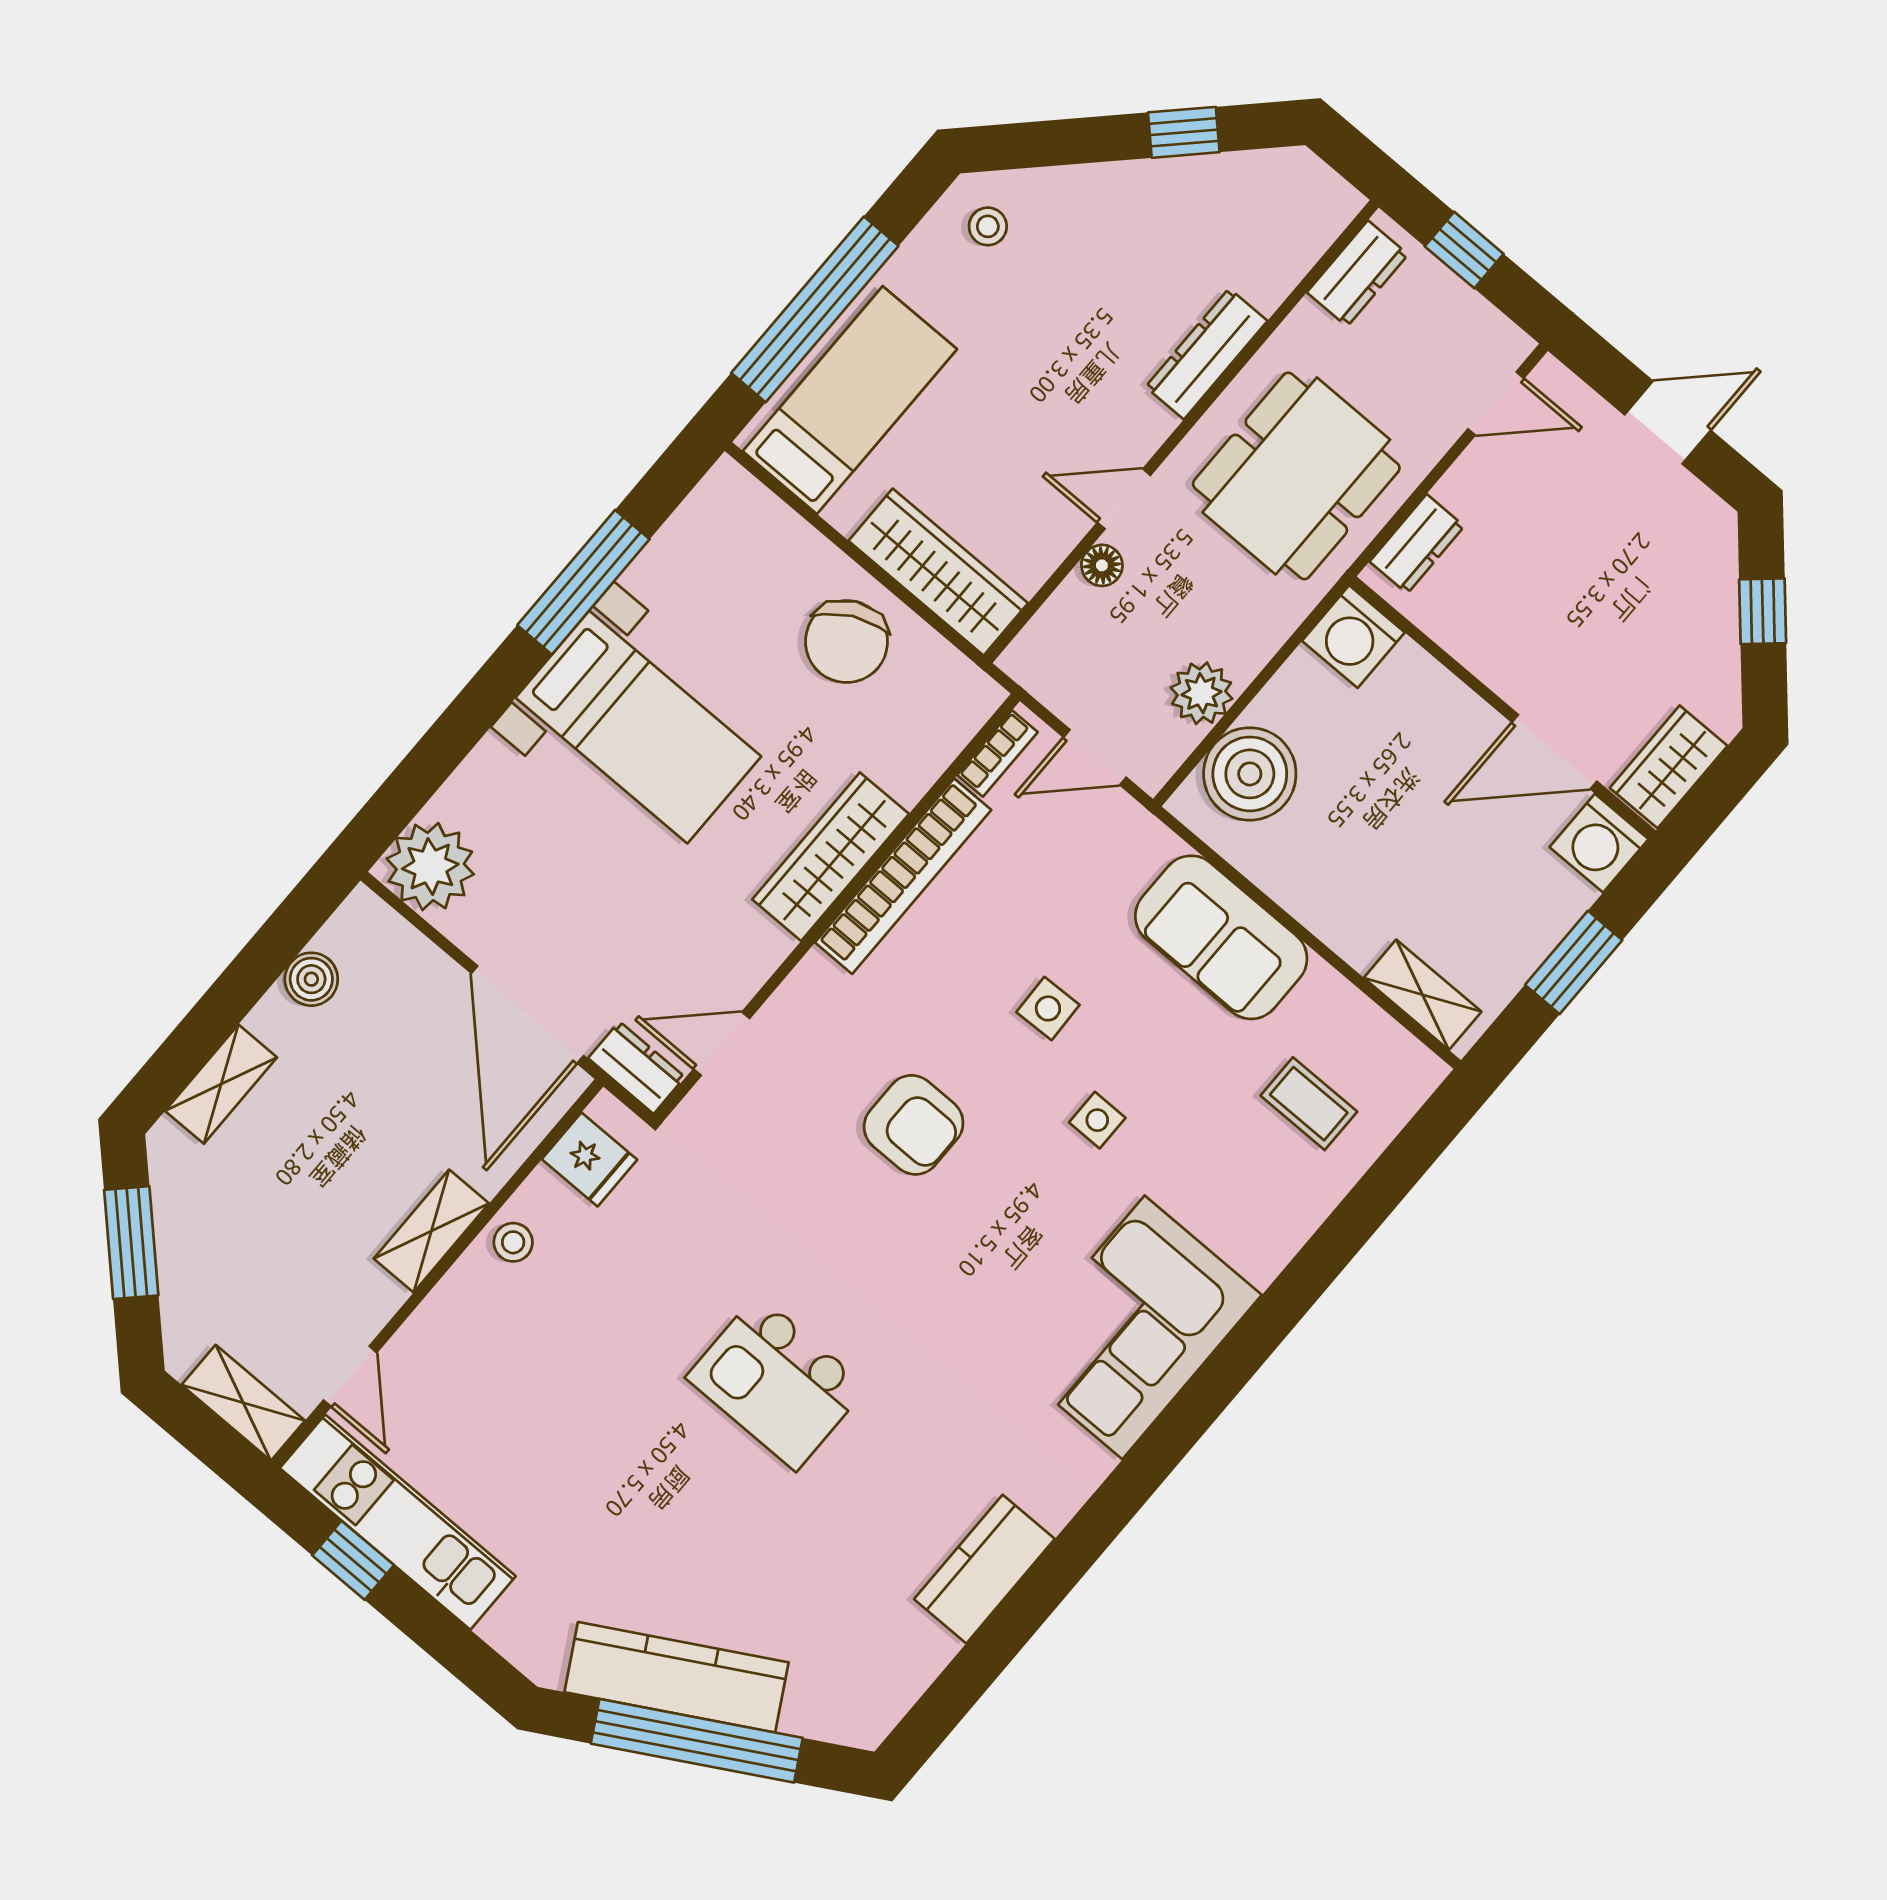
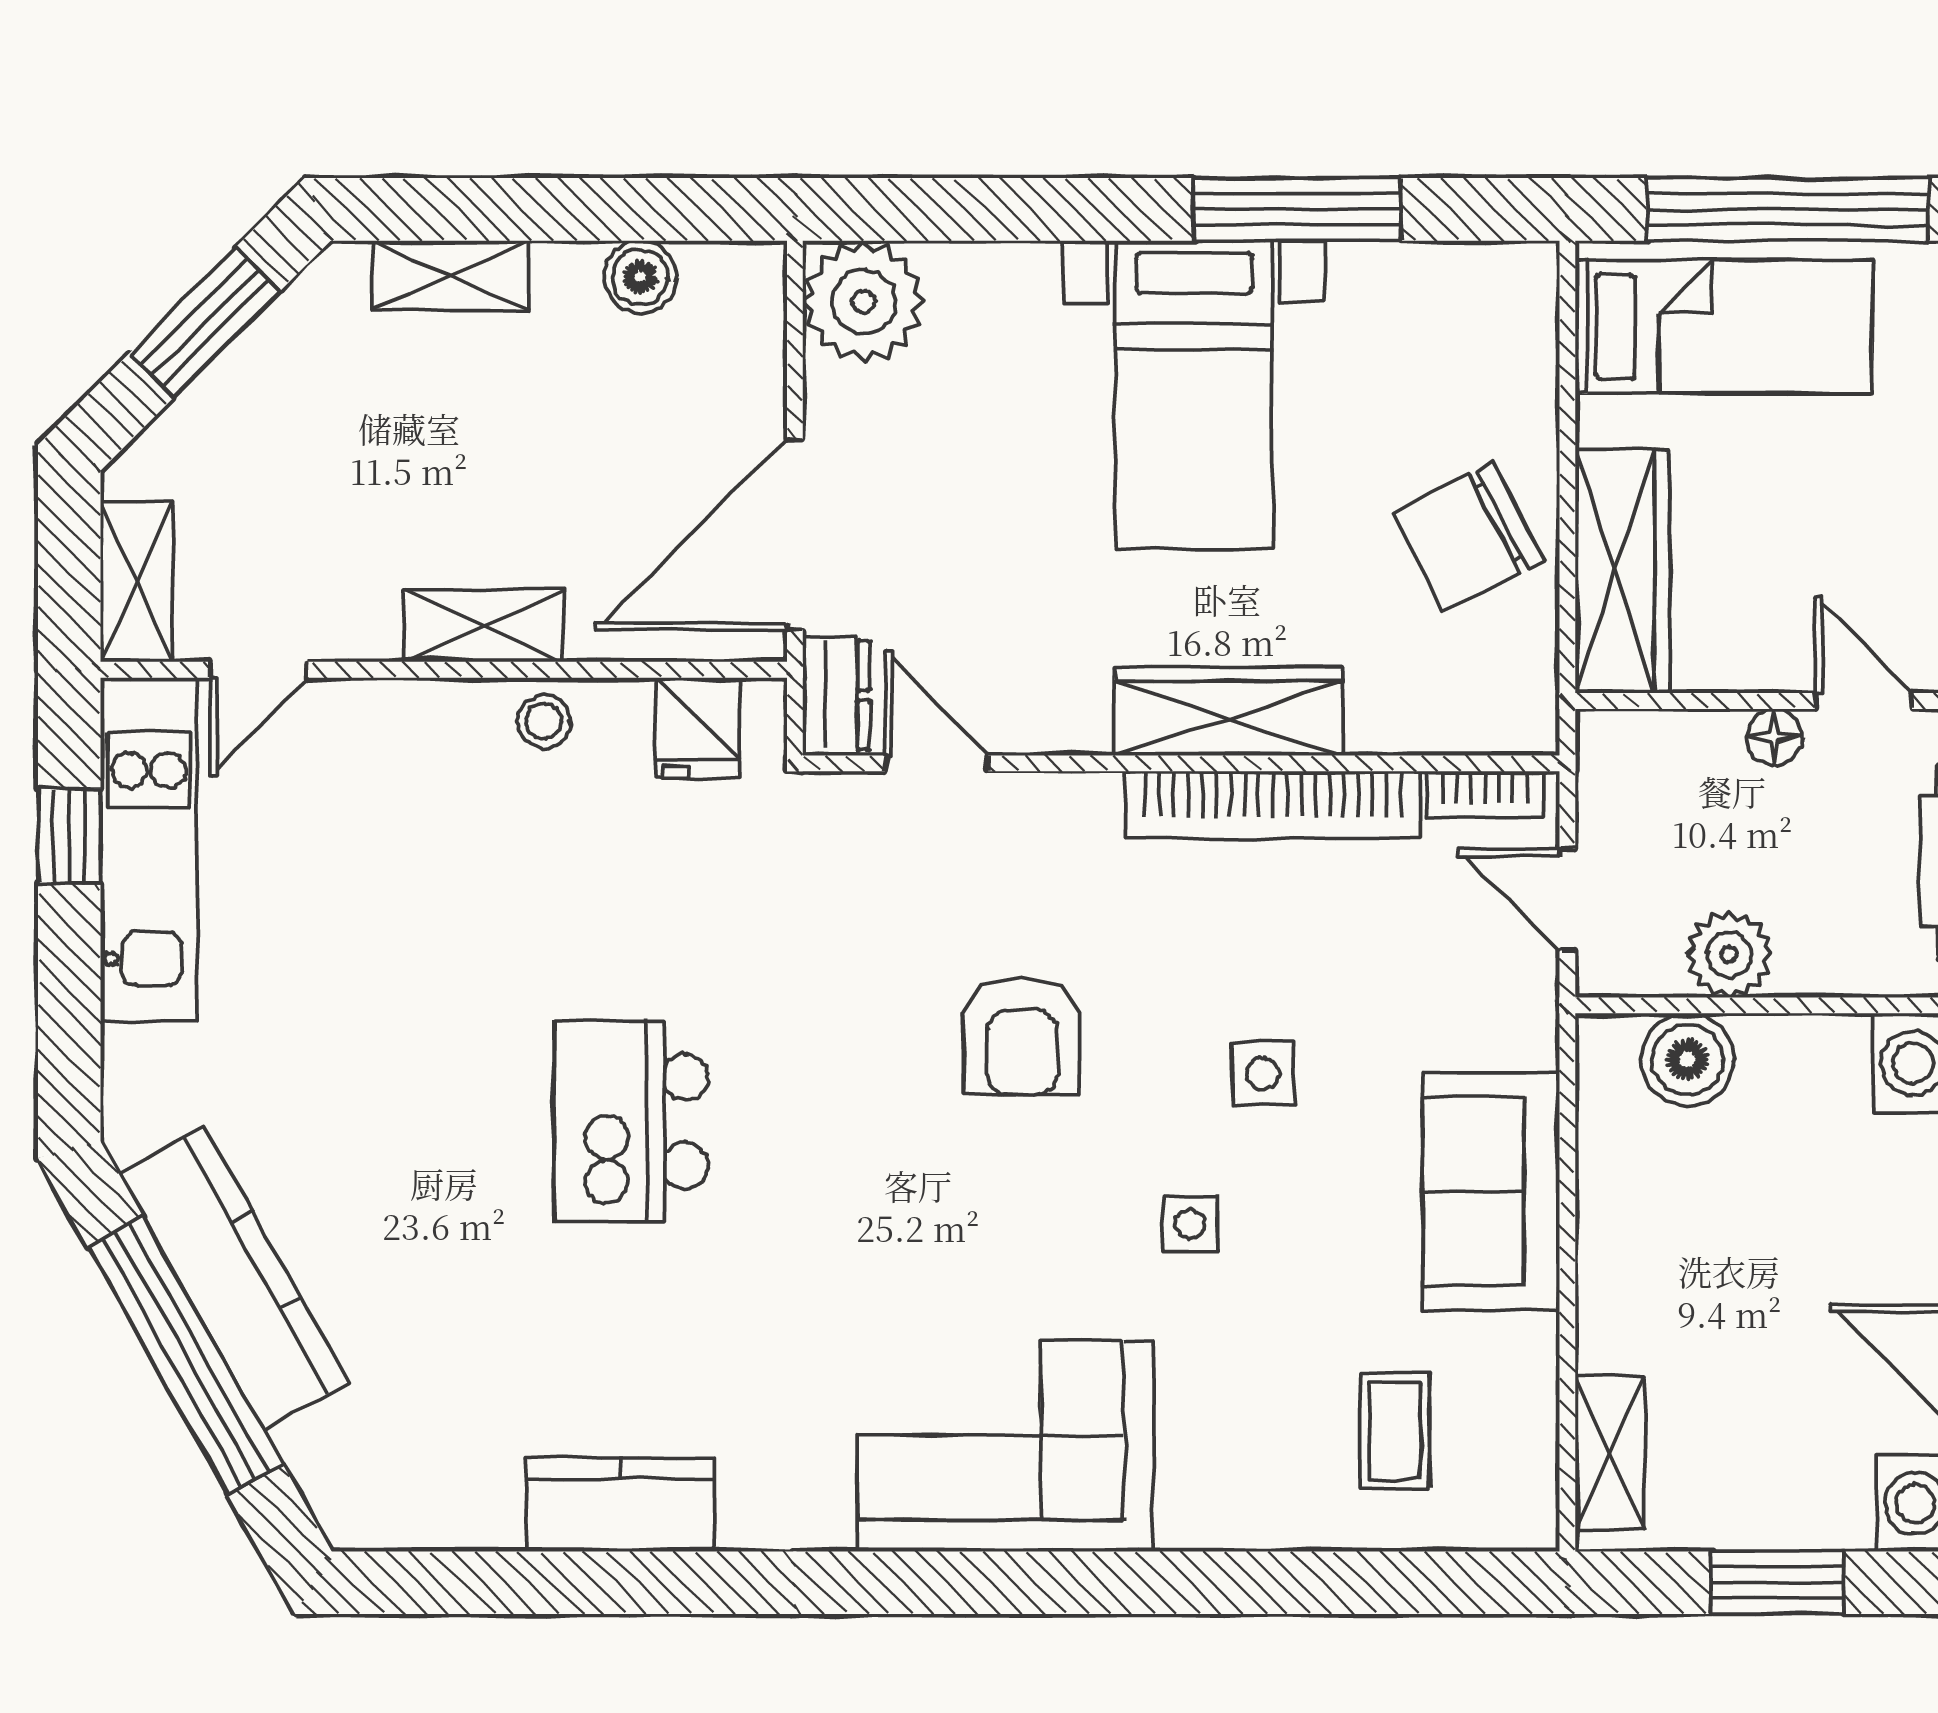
boiler: (1250, 774) -> (1687, 1060), width x0.73, depth x0.73

